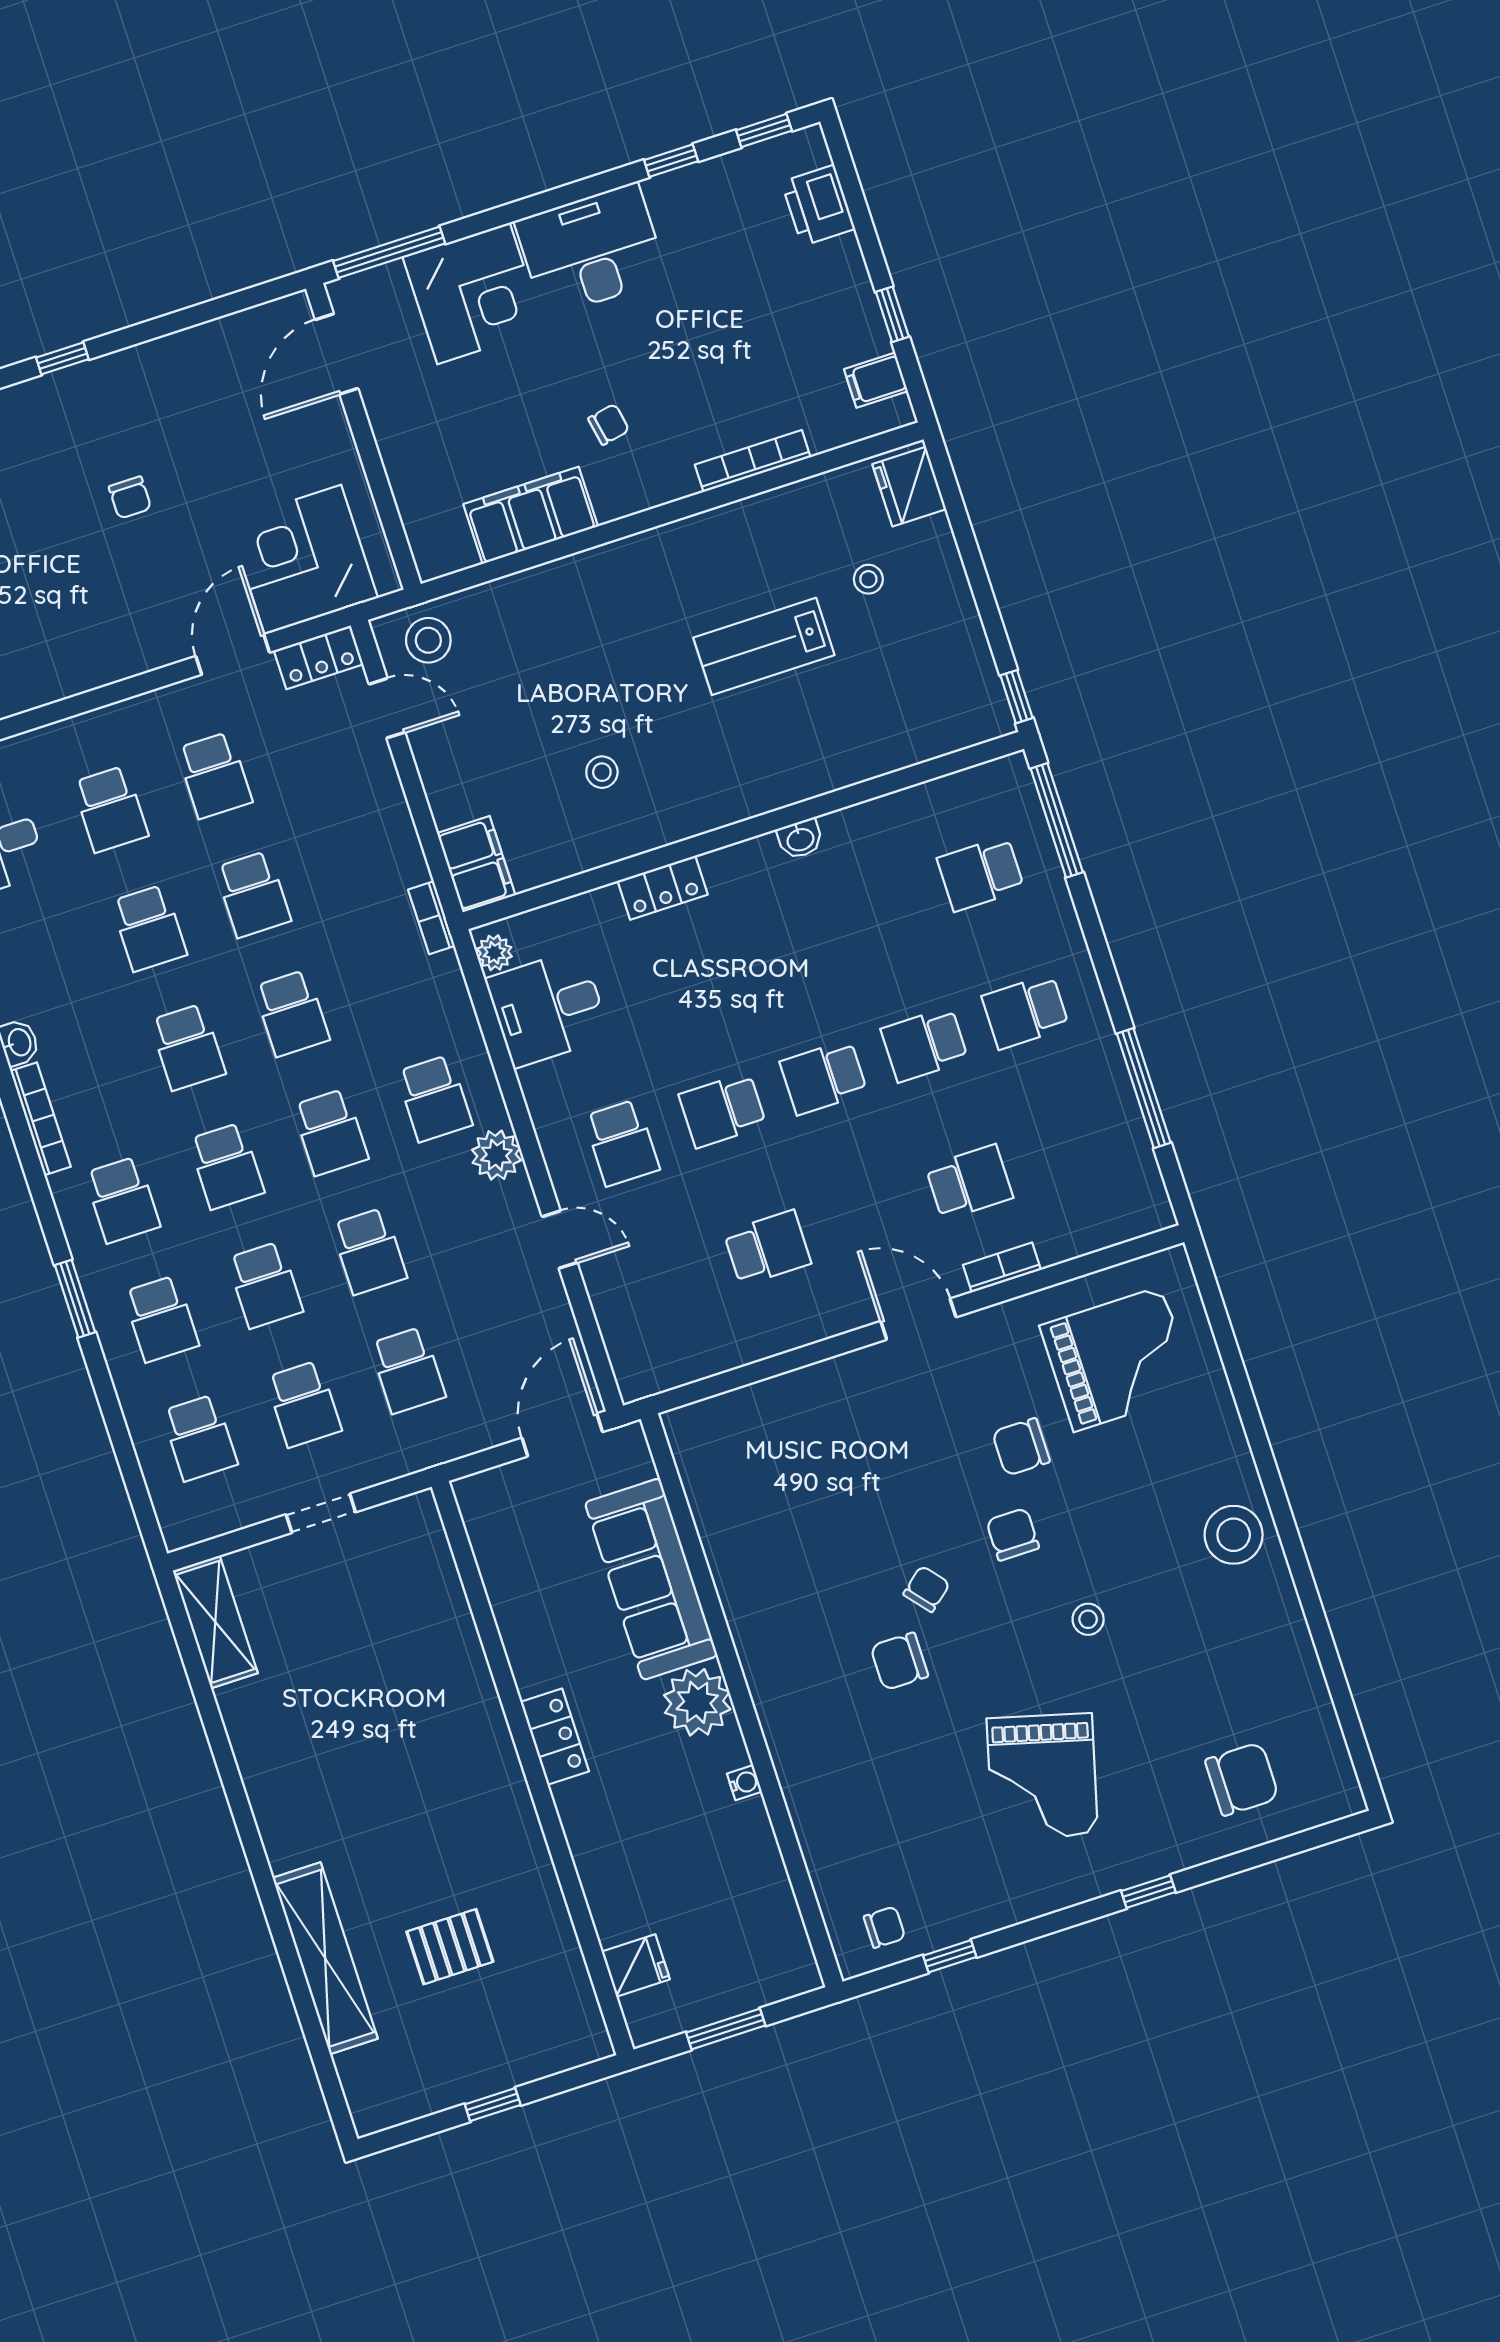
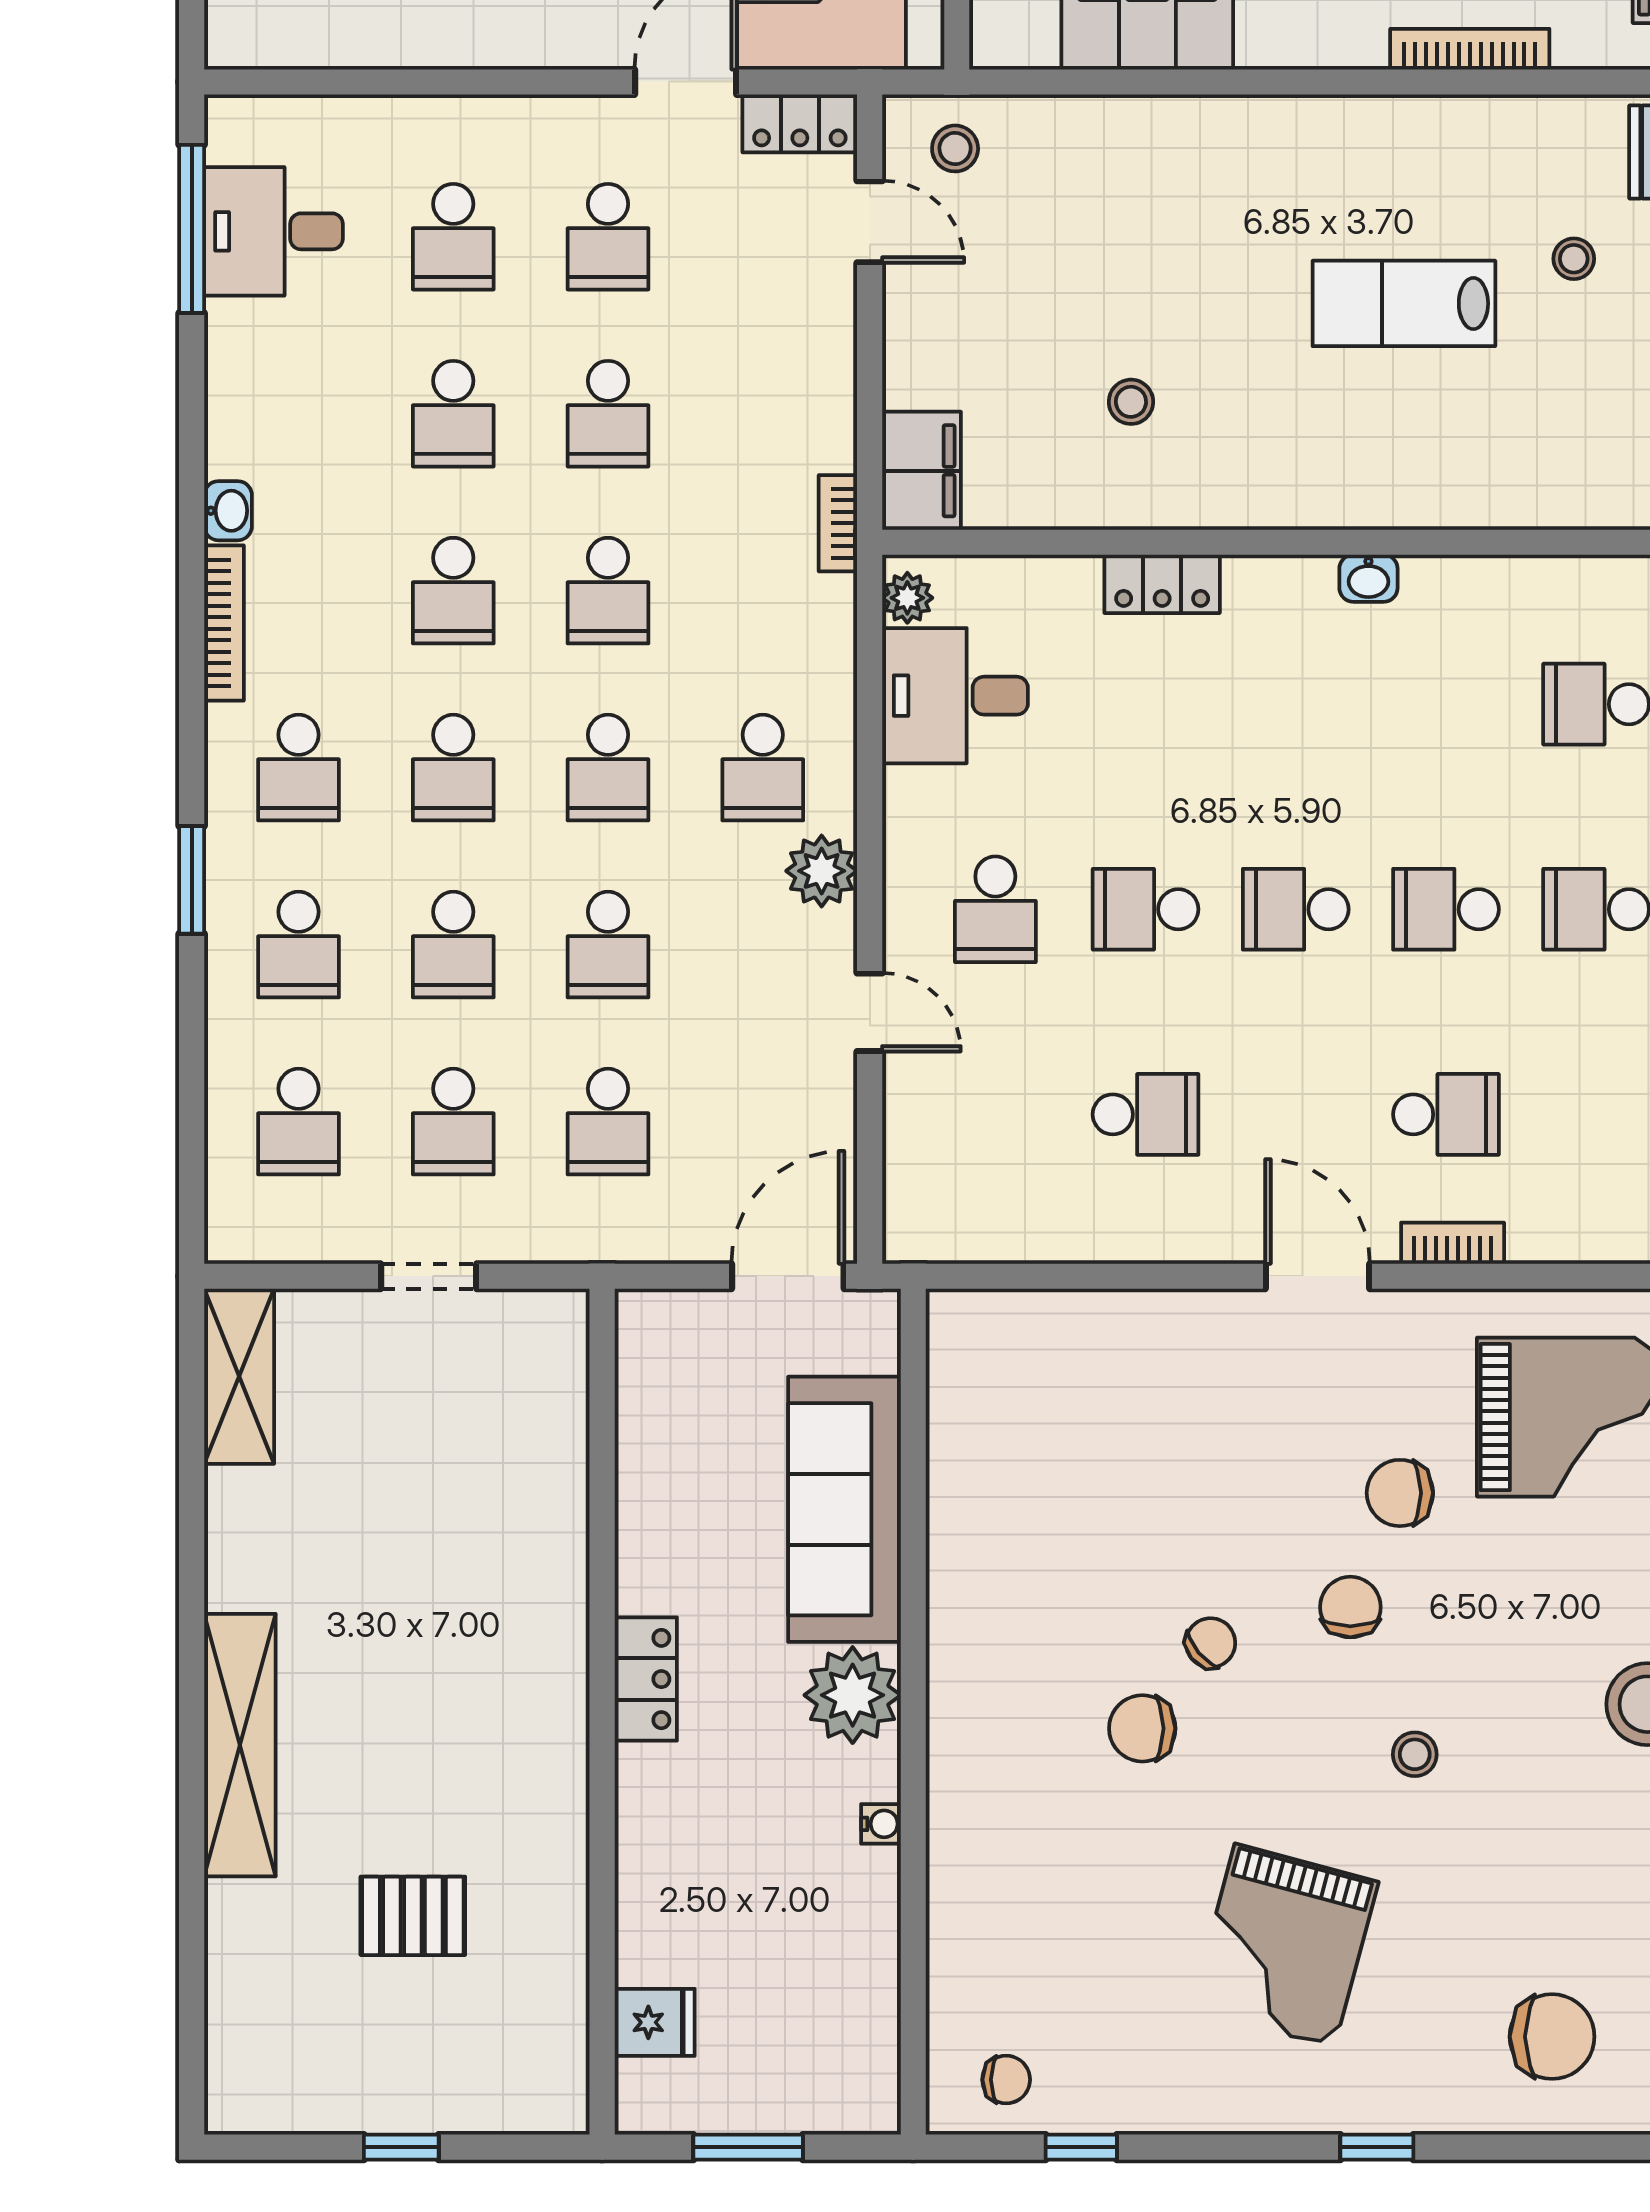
stool: (428, 640) -> (955, 148), width x0.73, depth x0.73
shelving: (325, 1958) -> (240, 1745), moved

